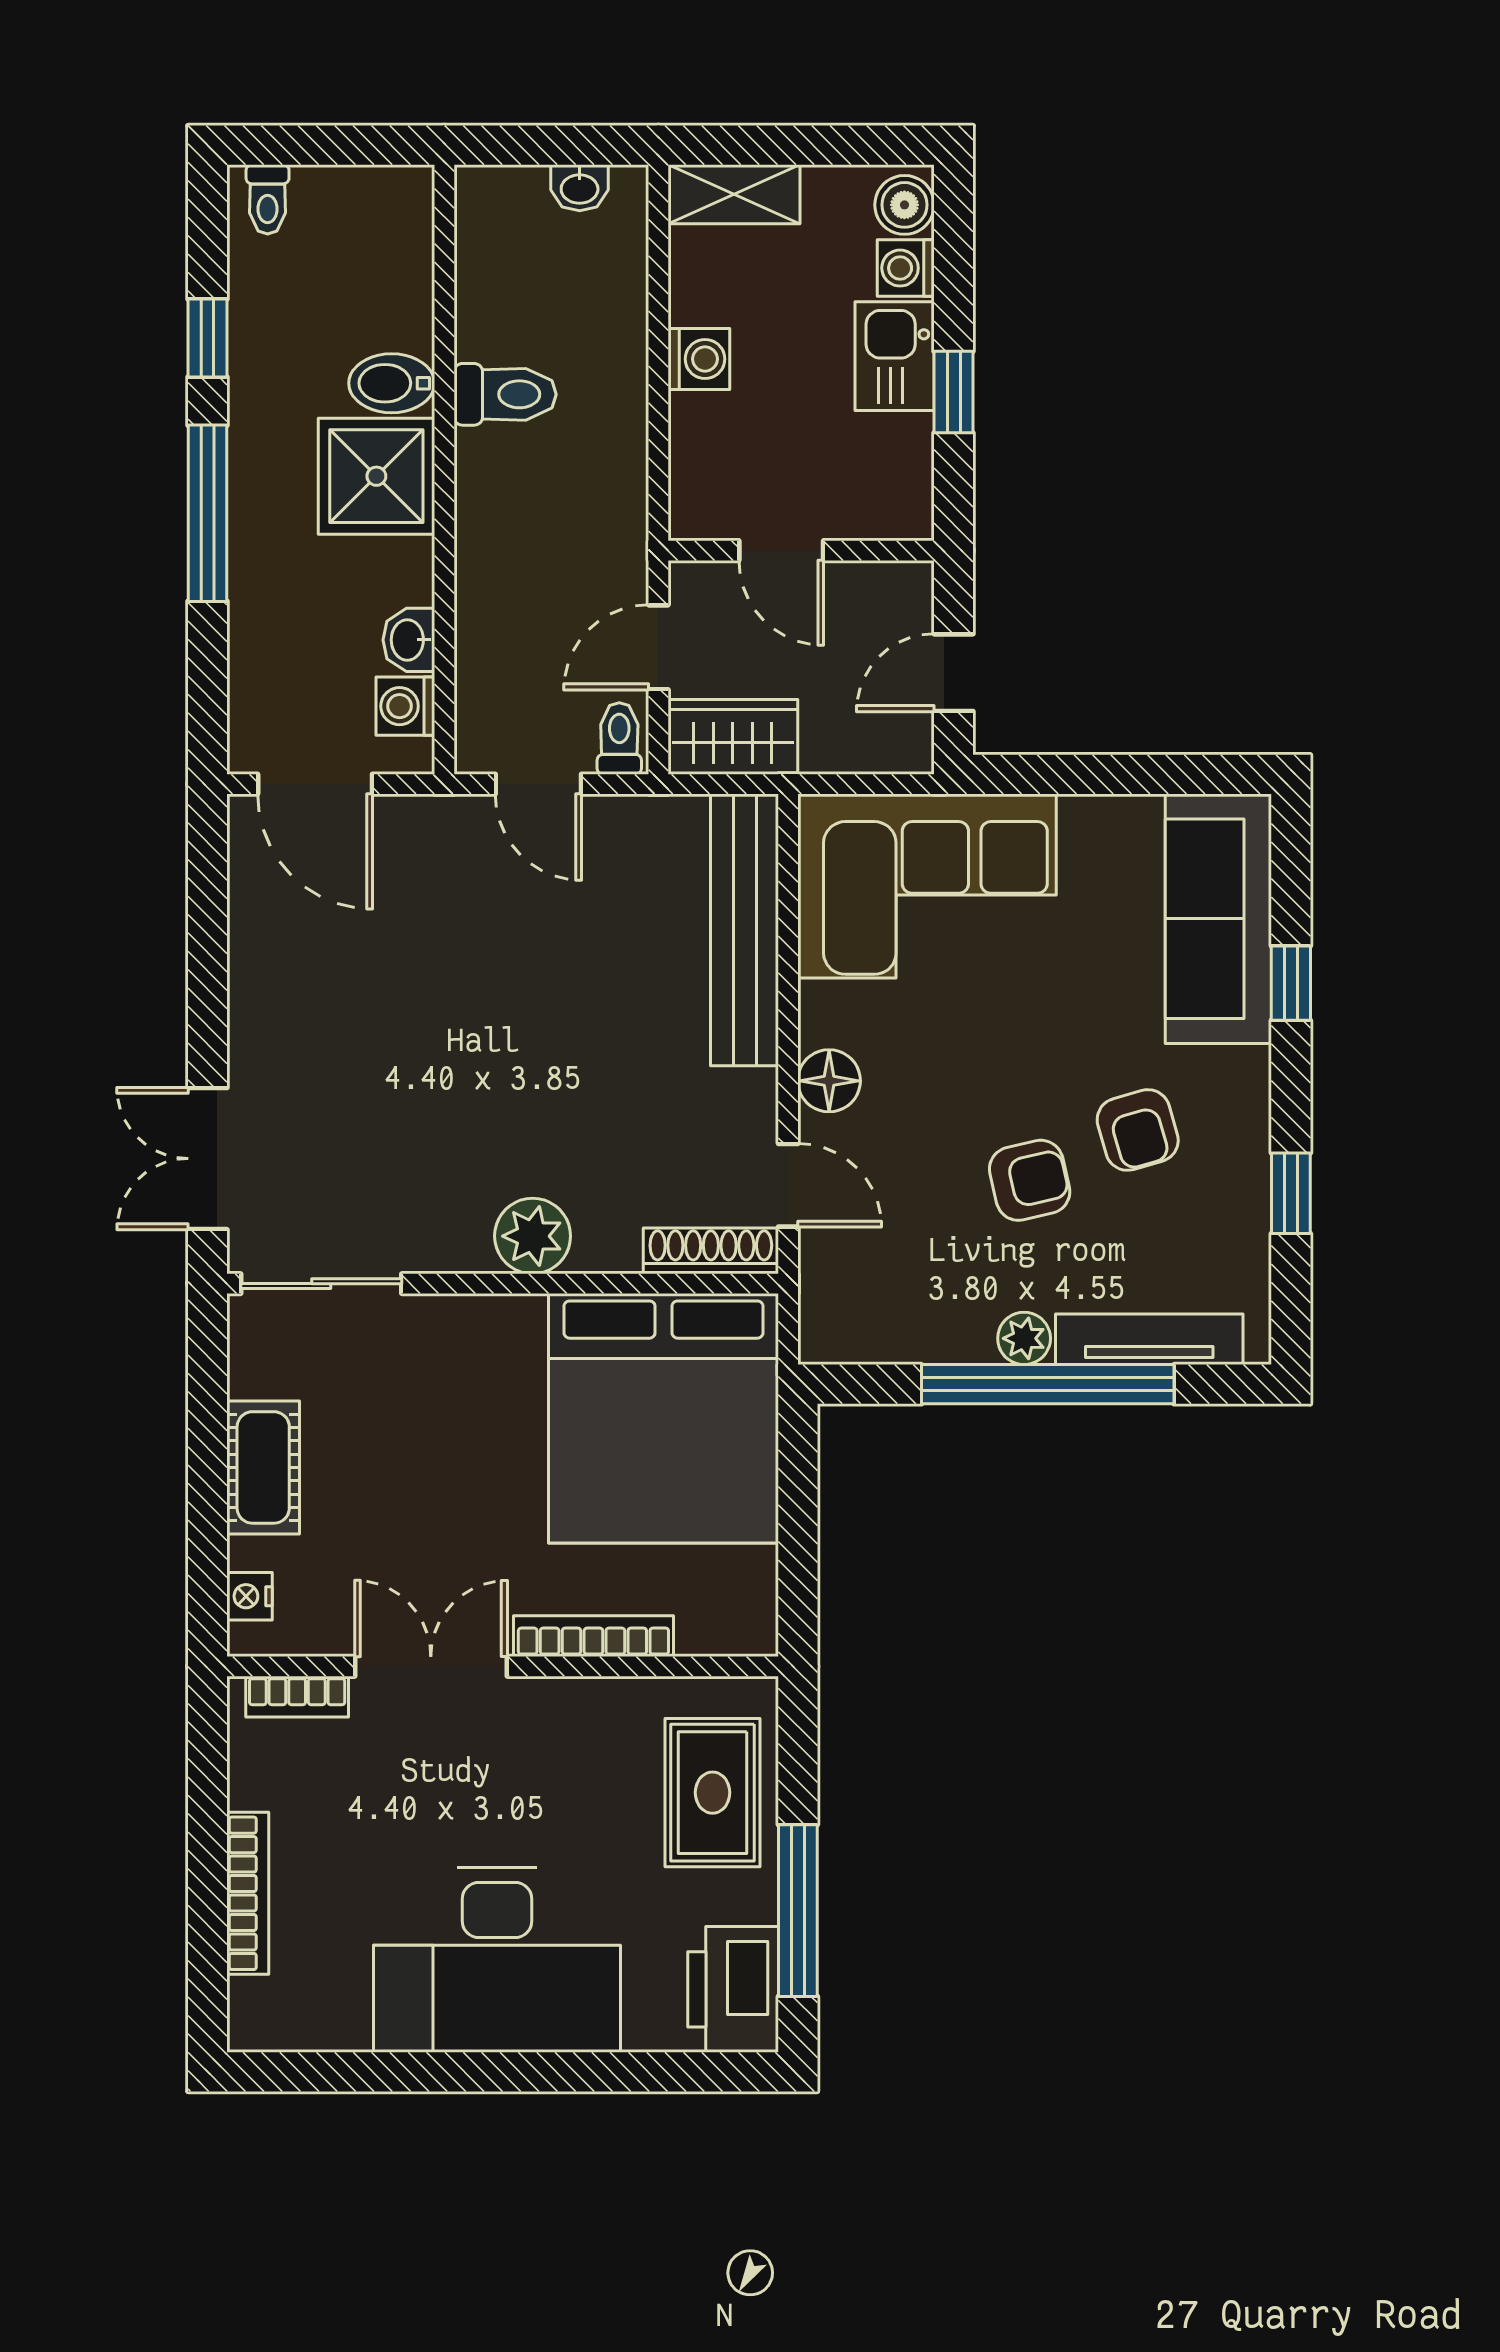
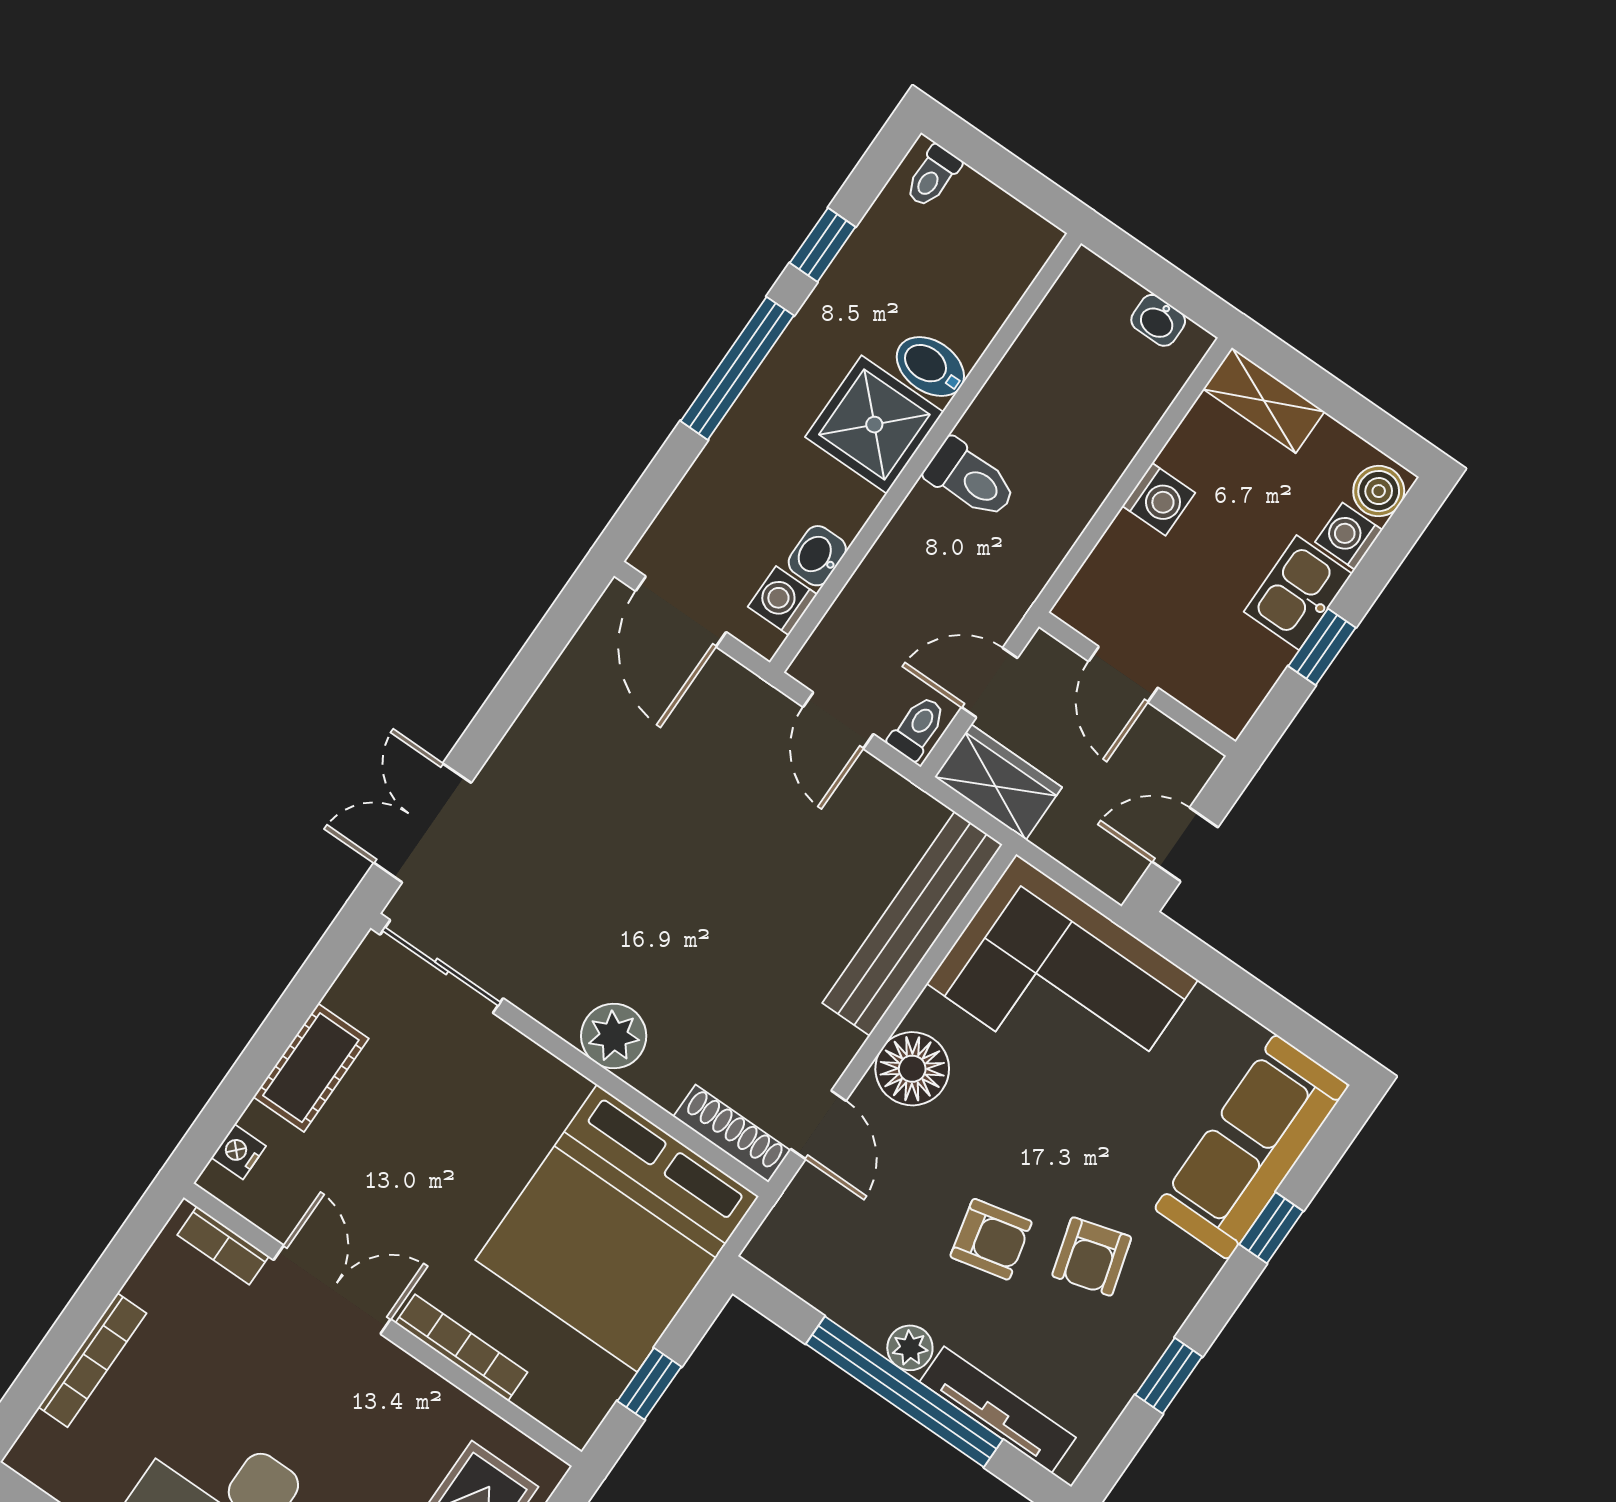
toilet: (505, 394) -> (971, 479), moved
floor lamp: (829, 1081) -> (912, 1069), width x1.38, depth x1.38
window: (798, 1546) -> (649, 1384), added

